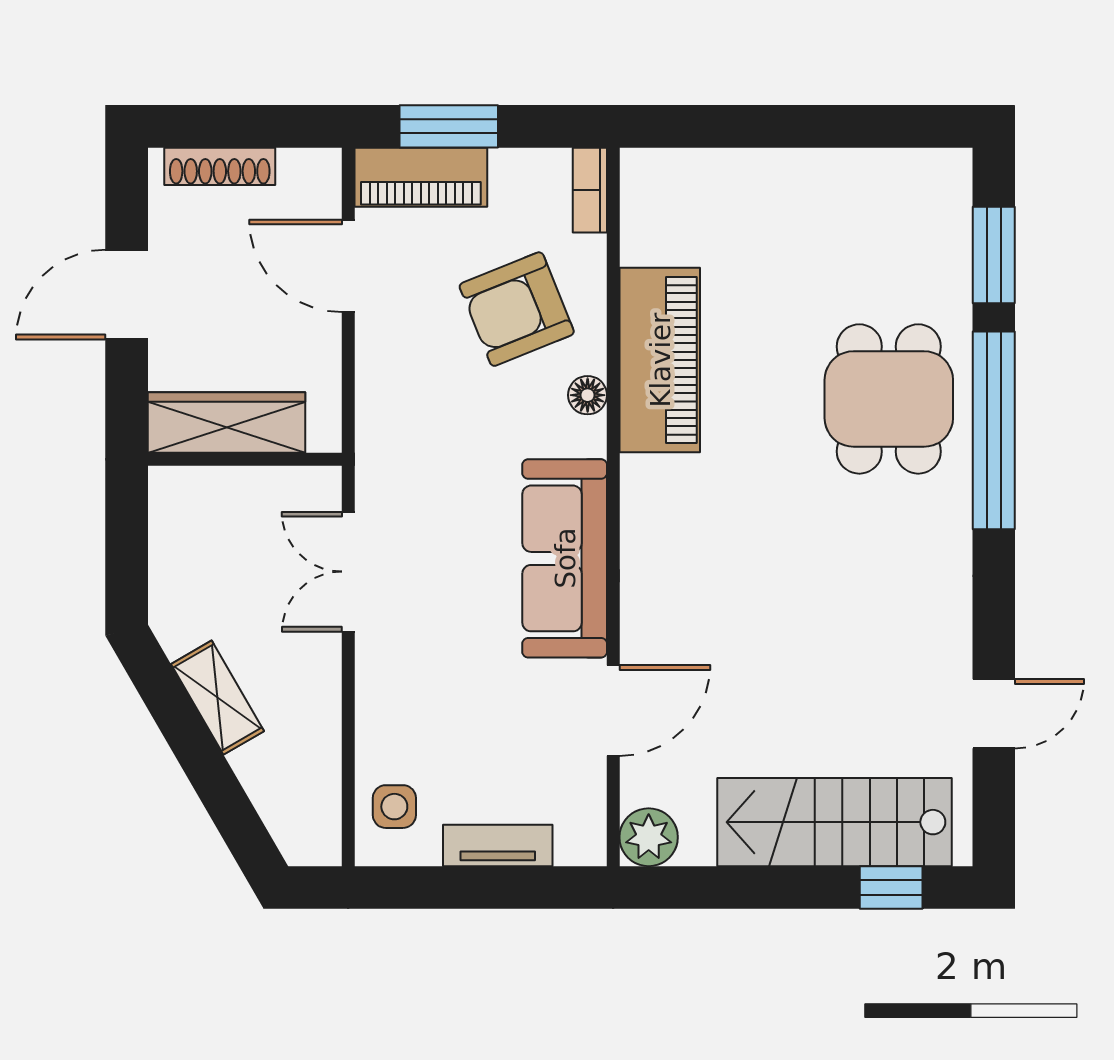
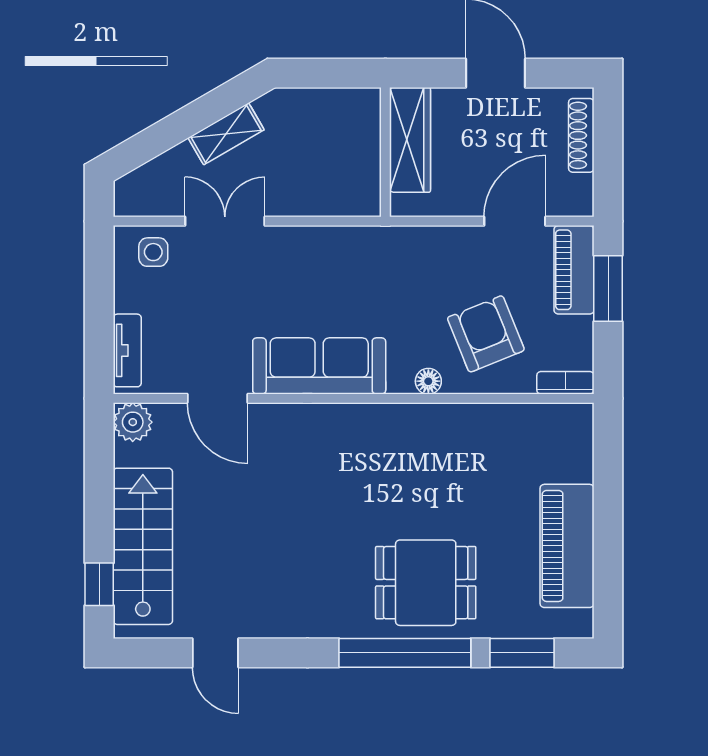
piano: (660, 360) -> (567, 546), moved, turned 90
double door: (348, 572) -> (225, 221), moved
tv unit: (498, 845) -> (127, 350), moved

